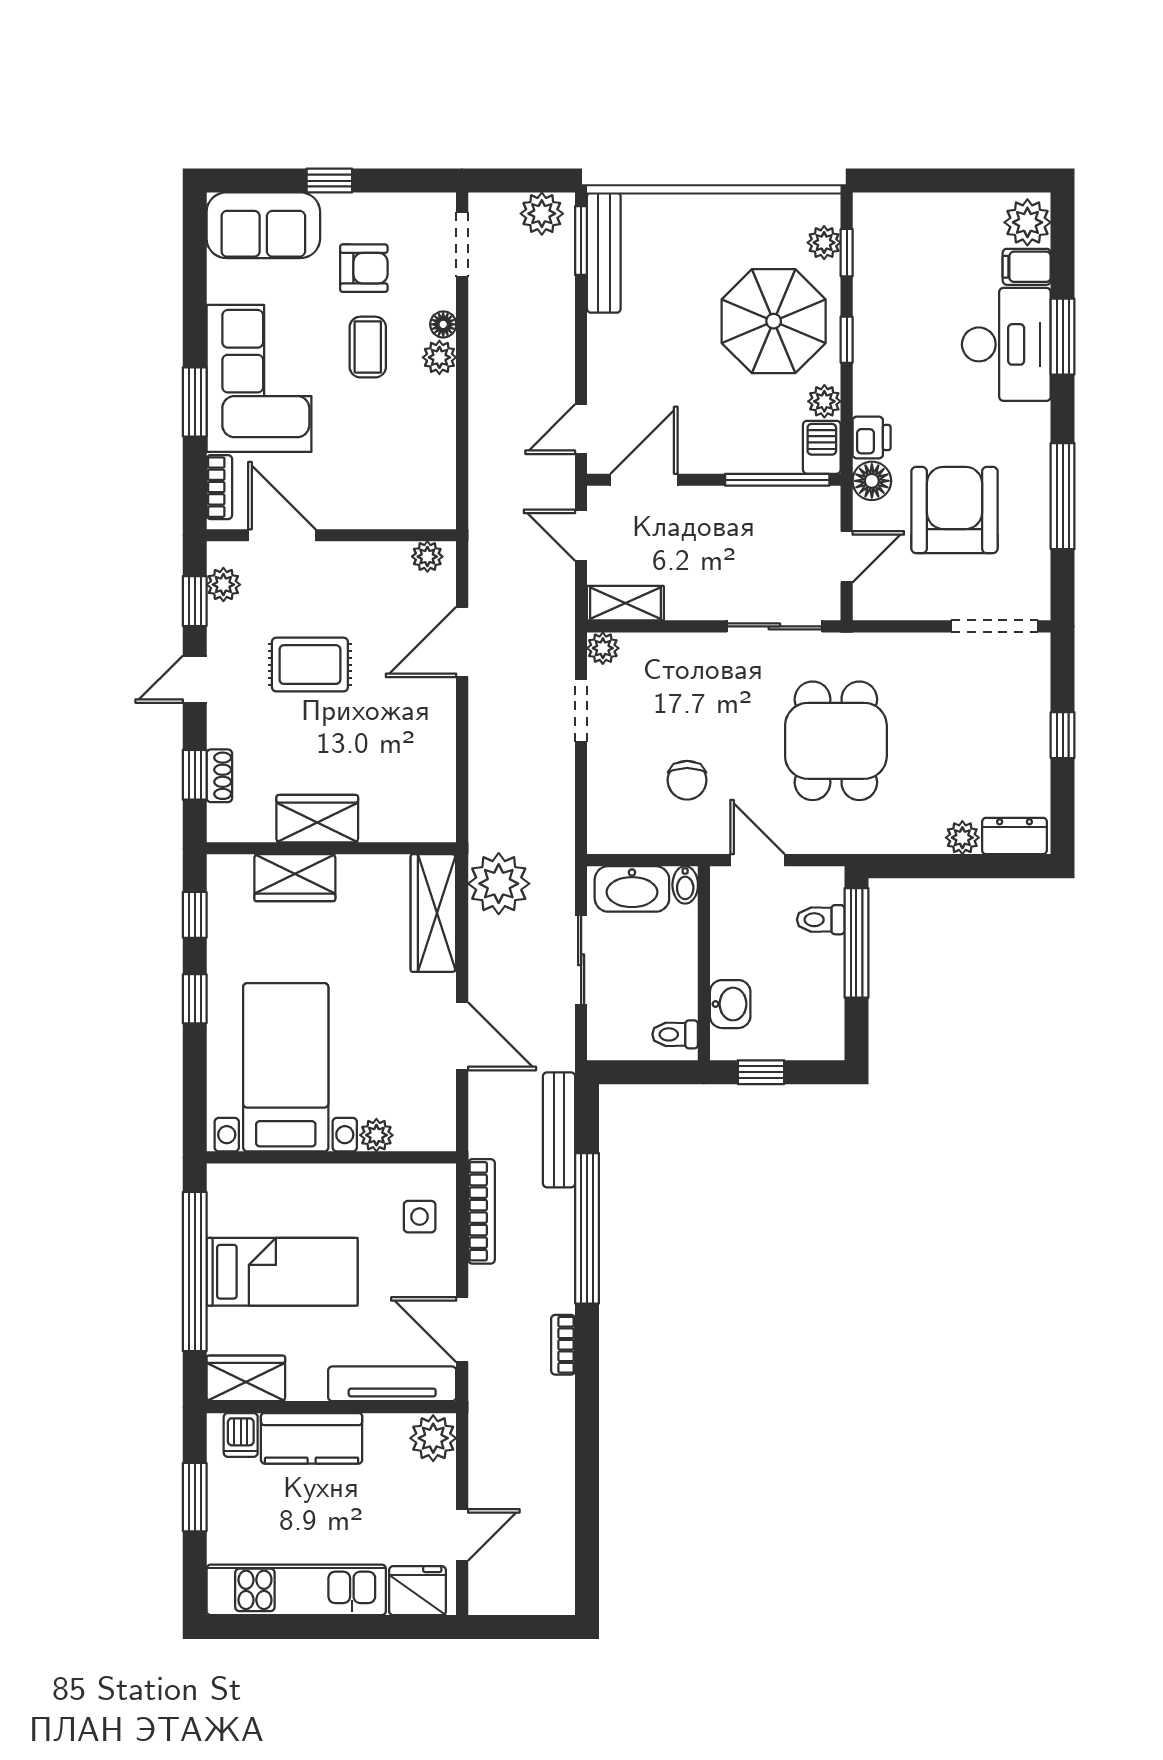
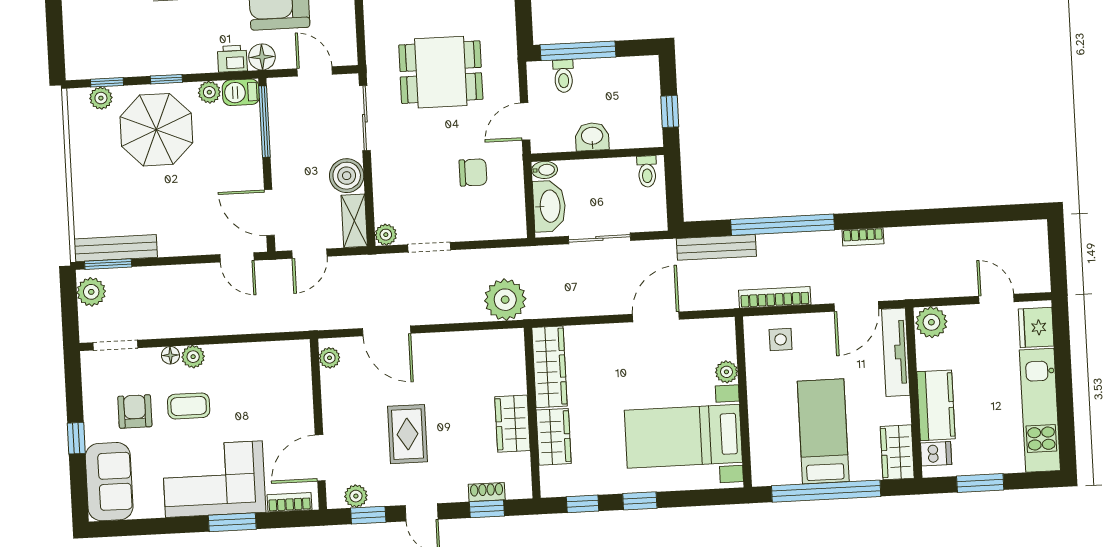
boiler: (692, 595) -> (347, 176), added
plant: (499, 884) -> (505, 300), moved
wardrobe: (433, 913) -> (549, 367), moved, turned -90
washbasin: (730, 1004) -> (592, 137), moved

